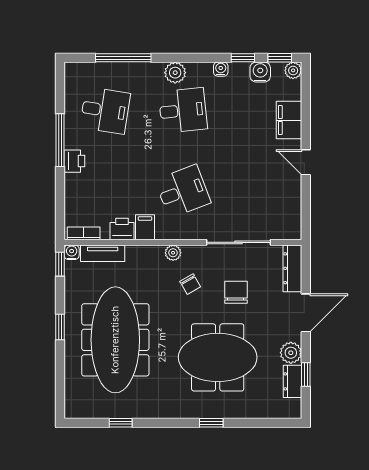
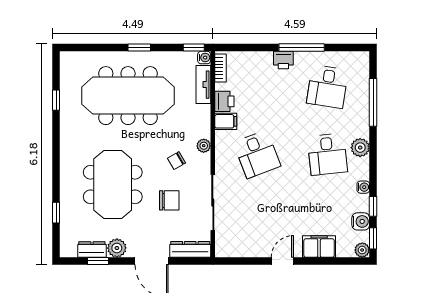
window: (211, 423) -> (56, 213), moved

